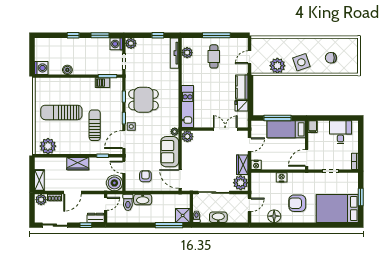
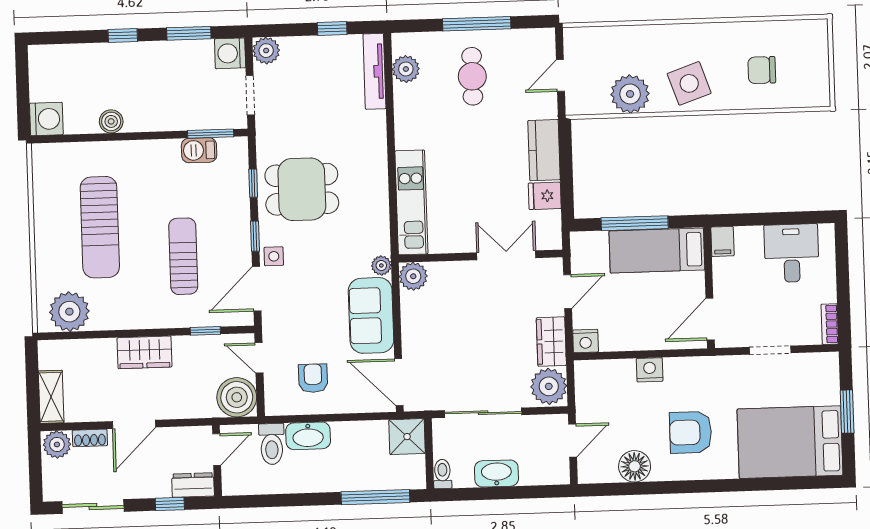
sun lounger: (61, 112) -> (100, 227), turned -90
shower: (183, 215) -> (407, 437), moved

